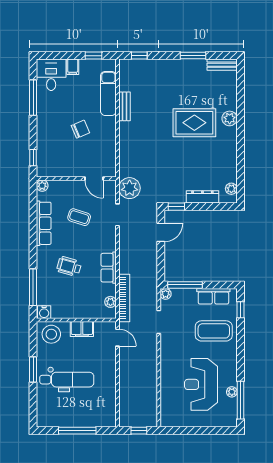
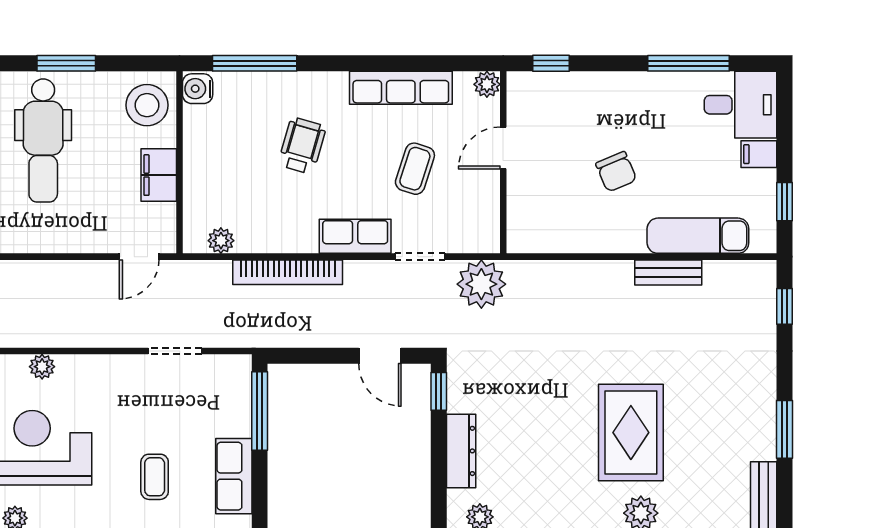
door: (94, 179) -> (503, 148), moved
row of seats: (109, 268) -> (355, 236), moved
plant: (166, 294) -> (42, 367), moved
bookcase: (124, 298) -> (288, 272), moved
coffee table: (214, 331) -> (155, 477), width x0.54, depth x0.58

